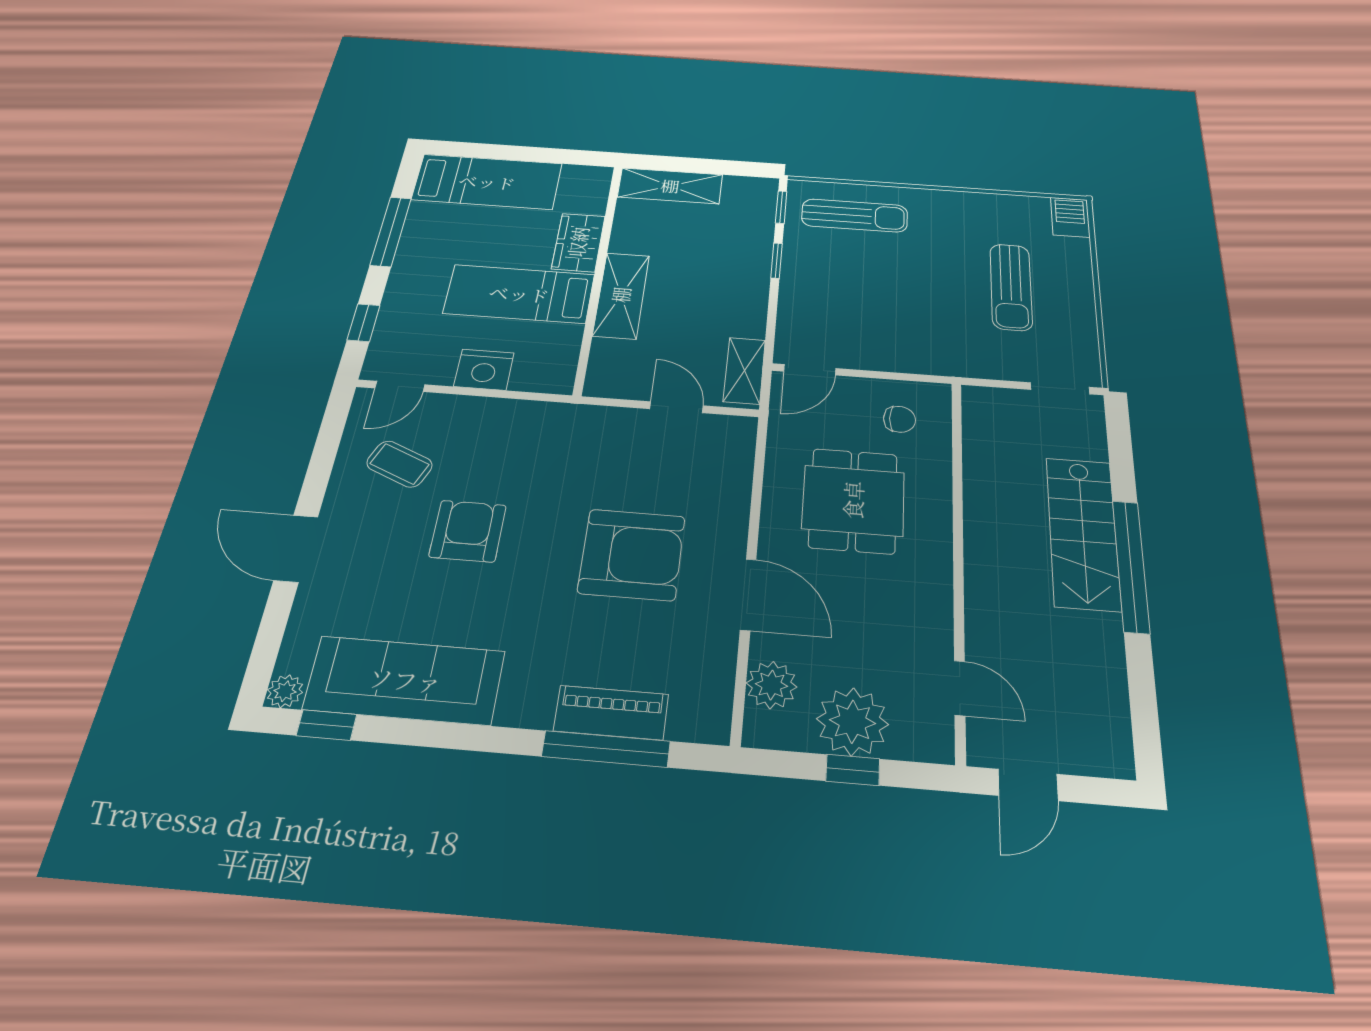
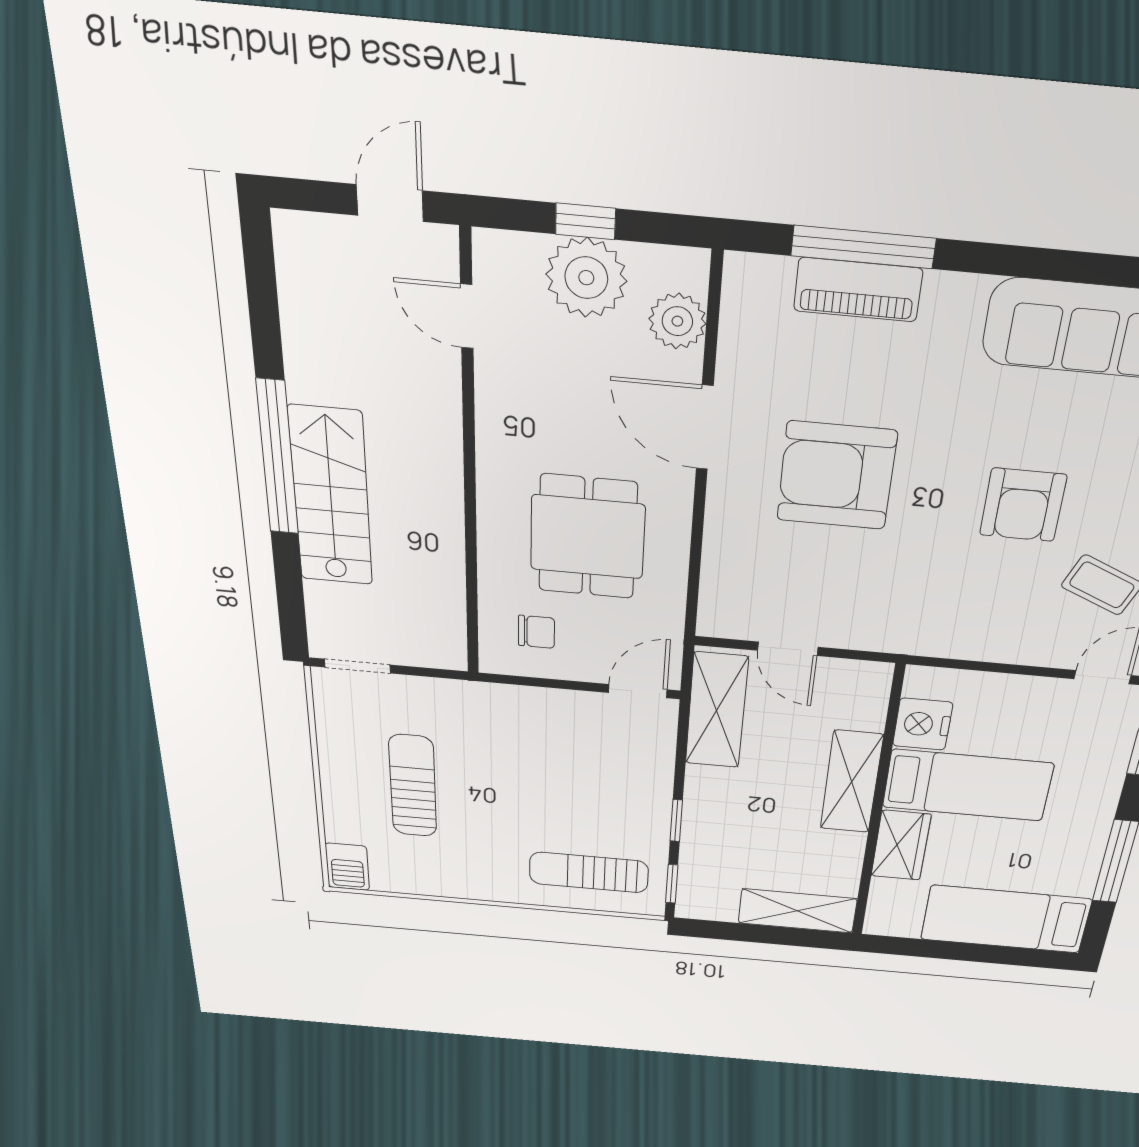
nightstand: (484, 370) -> (923, 724), moved, turned -90
shelving: (744, 371) -> (717, 710), width x1.50, depth x1.33
chair: (900, 419) -> (536, 632), turned 180

